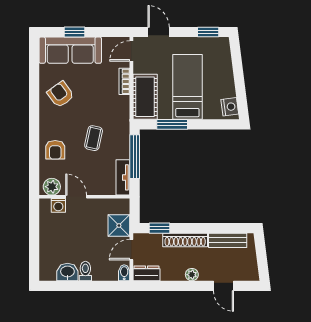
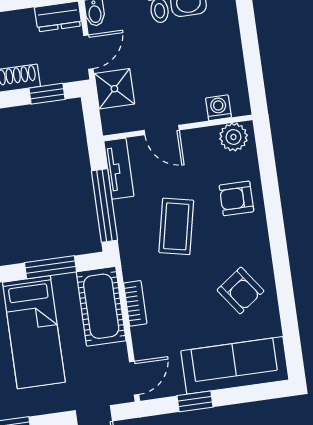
window: (74, 32) -> (195, 401), moved
bookcase: (124, 81) -> (135, 303), moved
coffee table: (94, 138) -> (176, 226), width x1.36, depth x1.30
armchair: (55, 150) -> (236, 198), turned -90
door: (76, 197) -> (162, 130), moved

